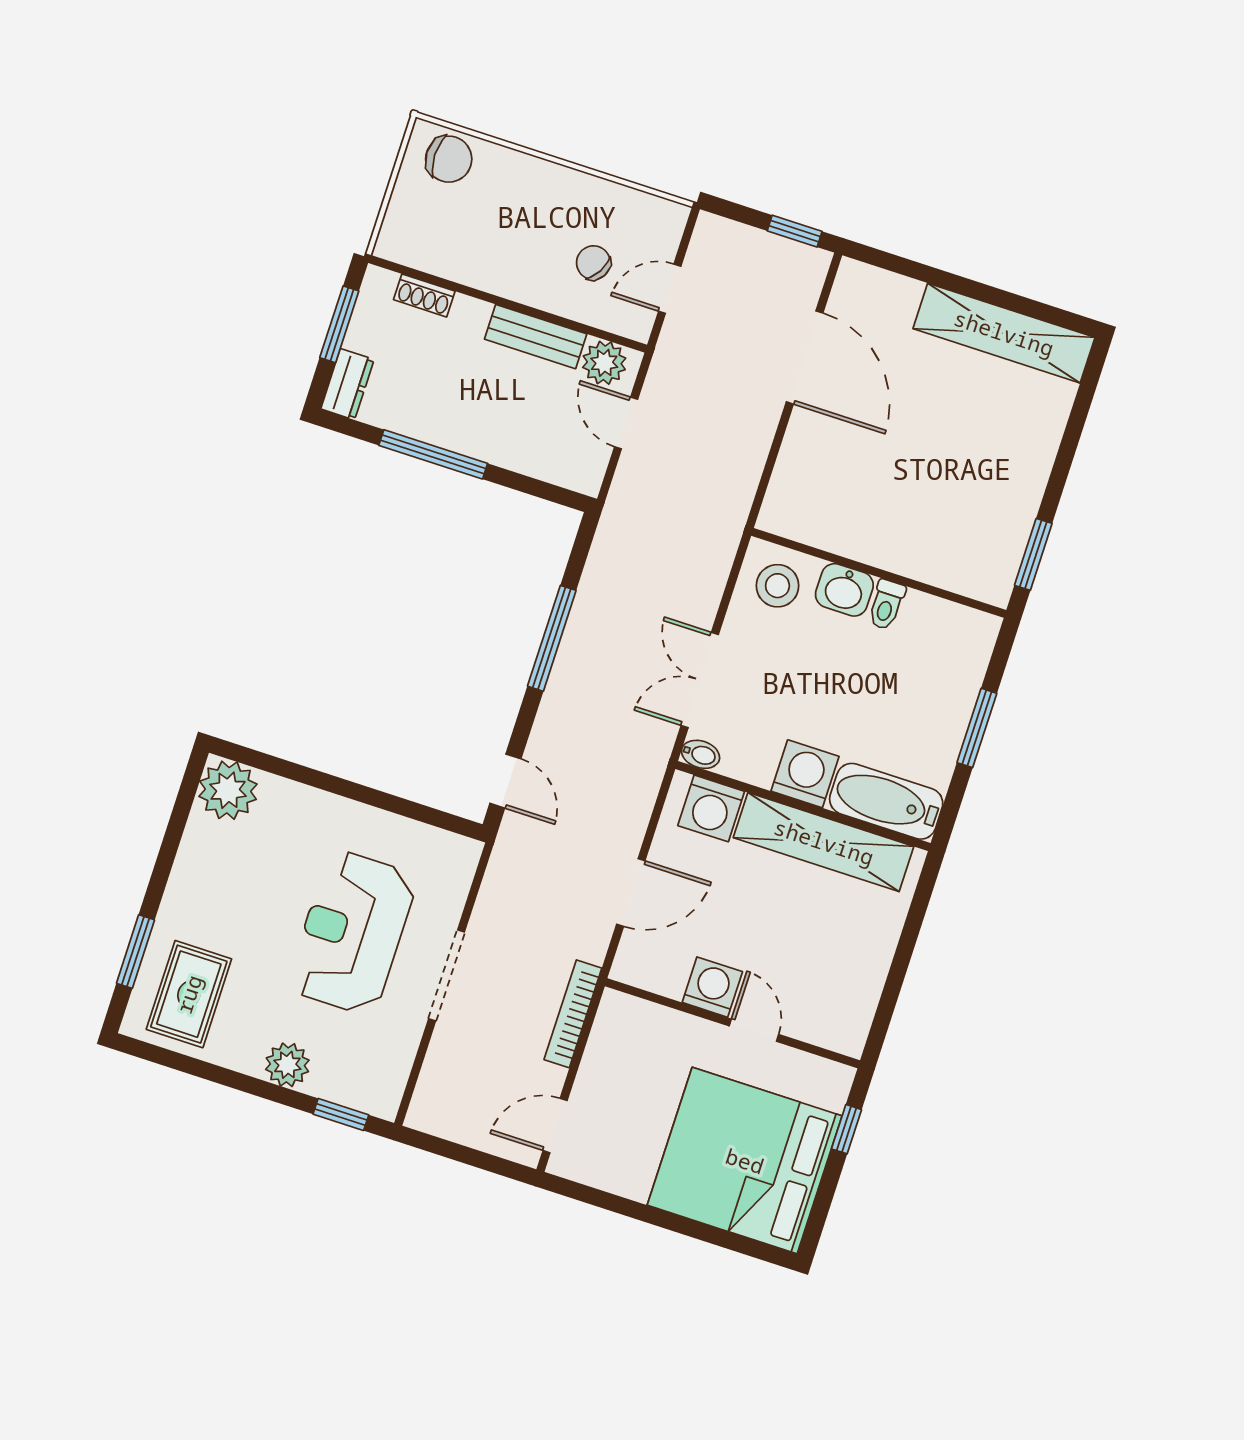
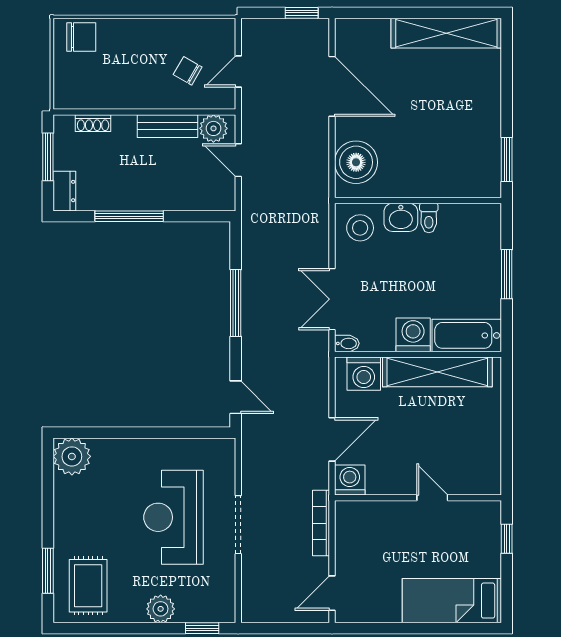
boiler: (804, 484) -> (356, 162), added
washing machine: (712, 987) -> (350, 480), moved
bed: (745, 1161) -> (452, 601), width x0.49

